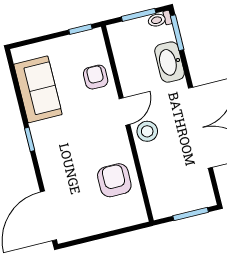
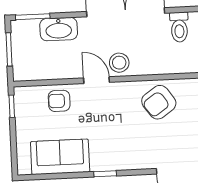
toilet: (160, 19) -> (179, 27), moved, width x1.37, depth x1.39
armchair: (114, 180) -> (159, 102), turned -35

